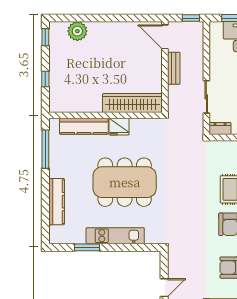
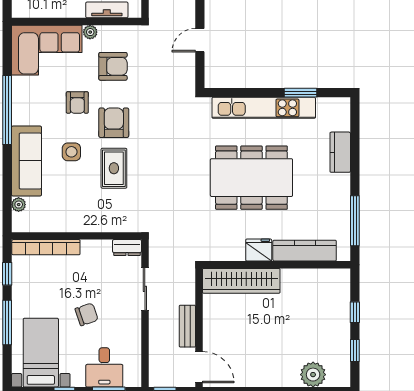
window: (45, 37) -> (355, 350), moved
kitchen counter: (57, 202) -> (340, 152), width x0.67
kitchen unit: (115, 236) -> (264, 108), width x1.36

